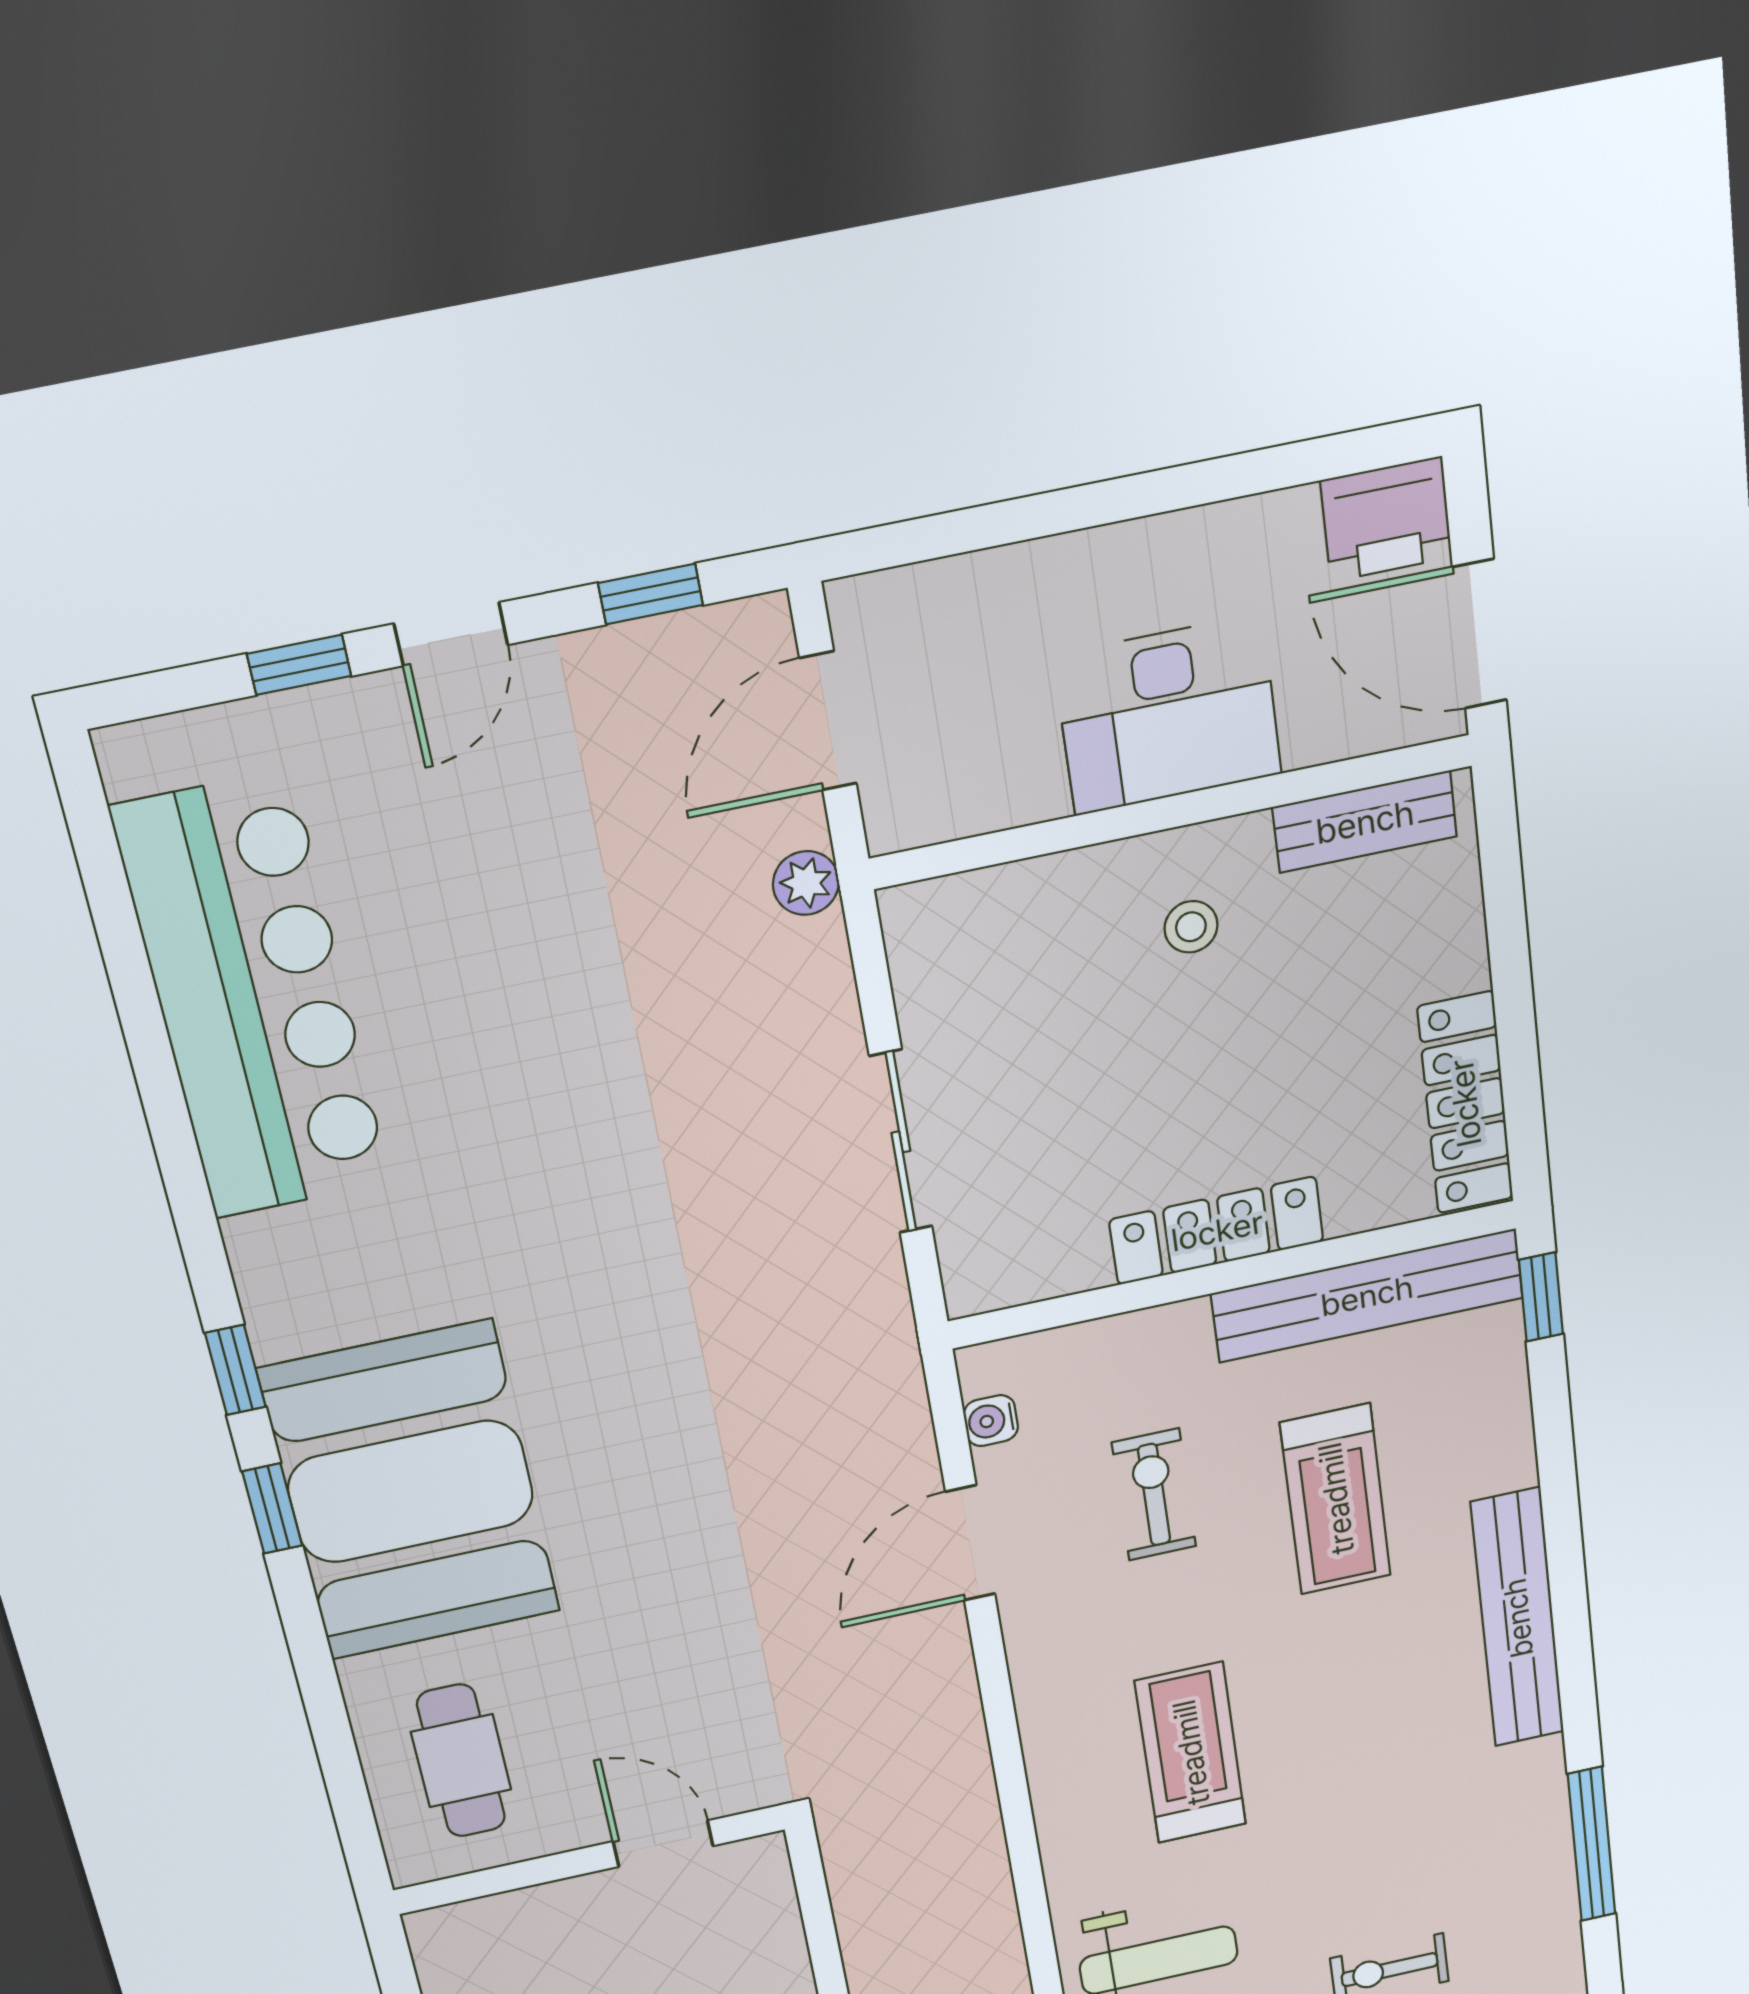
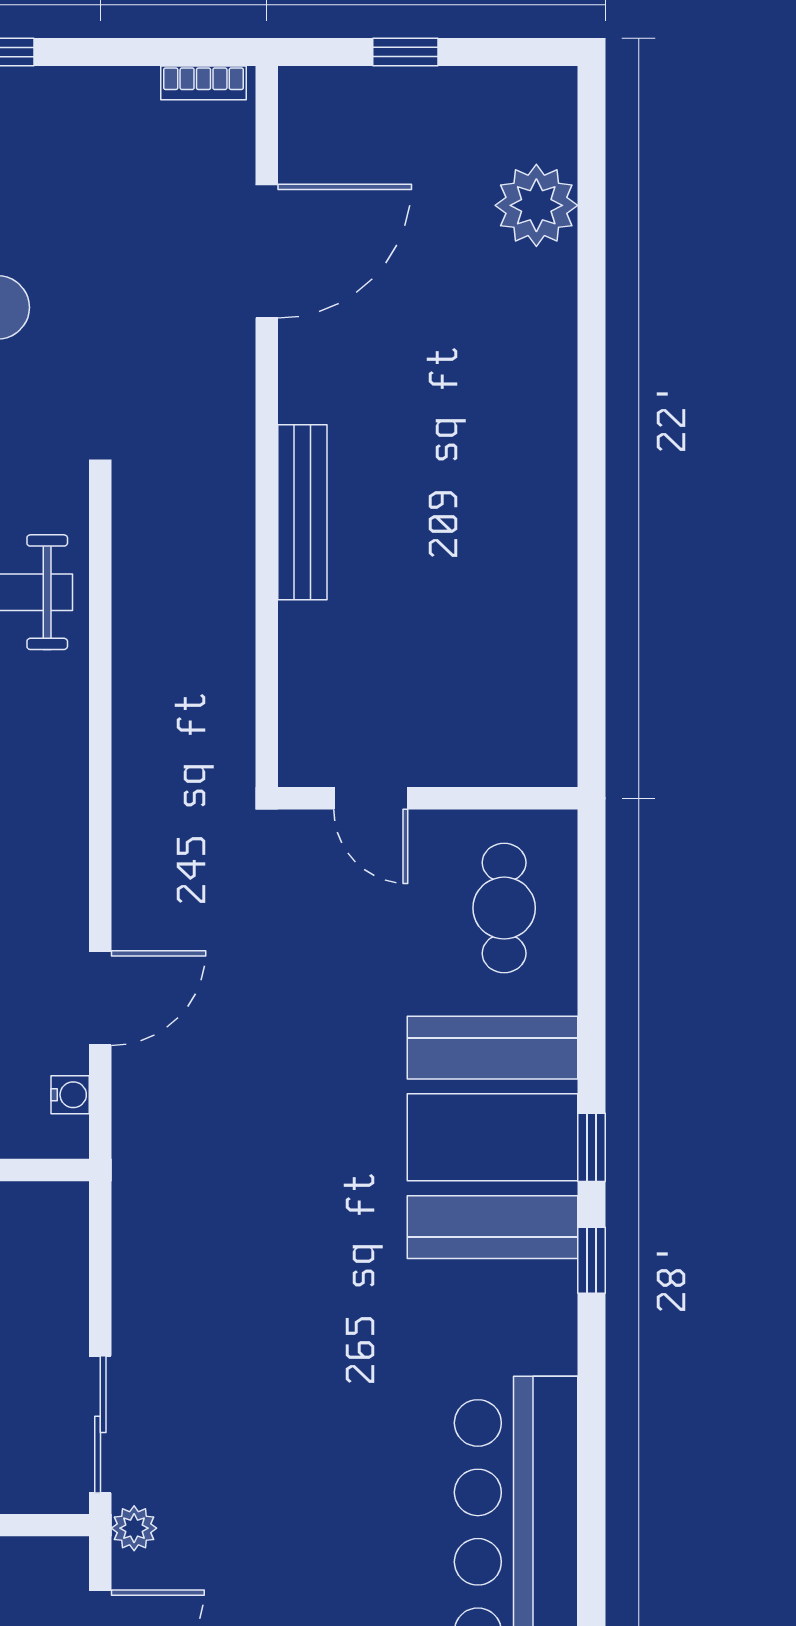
sliding door: (901, 1142) -> (100, 1424), moved

